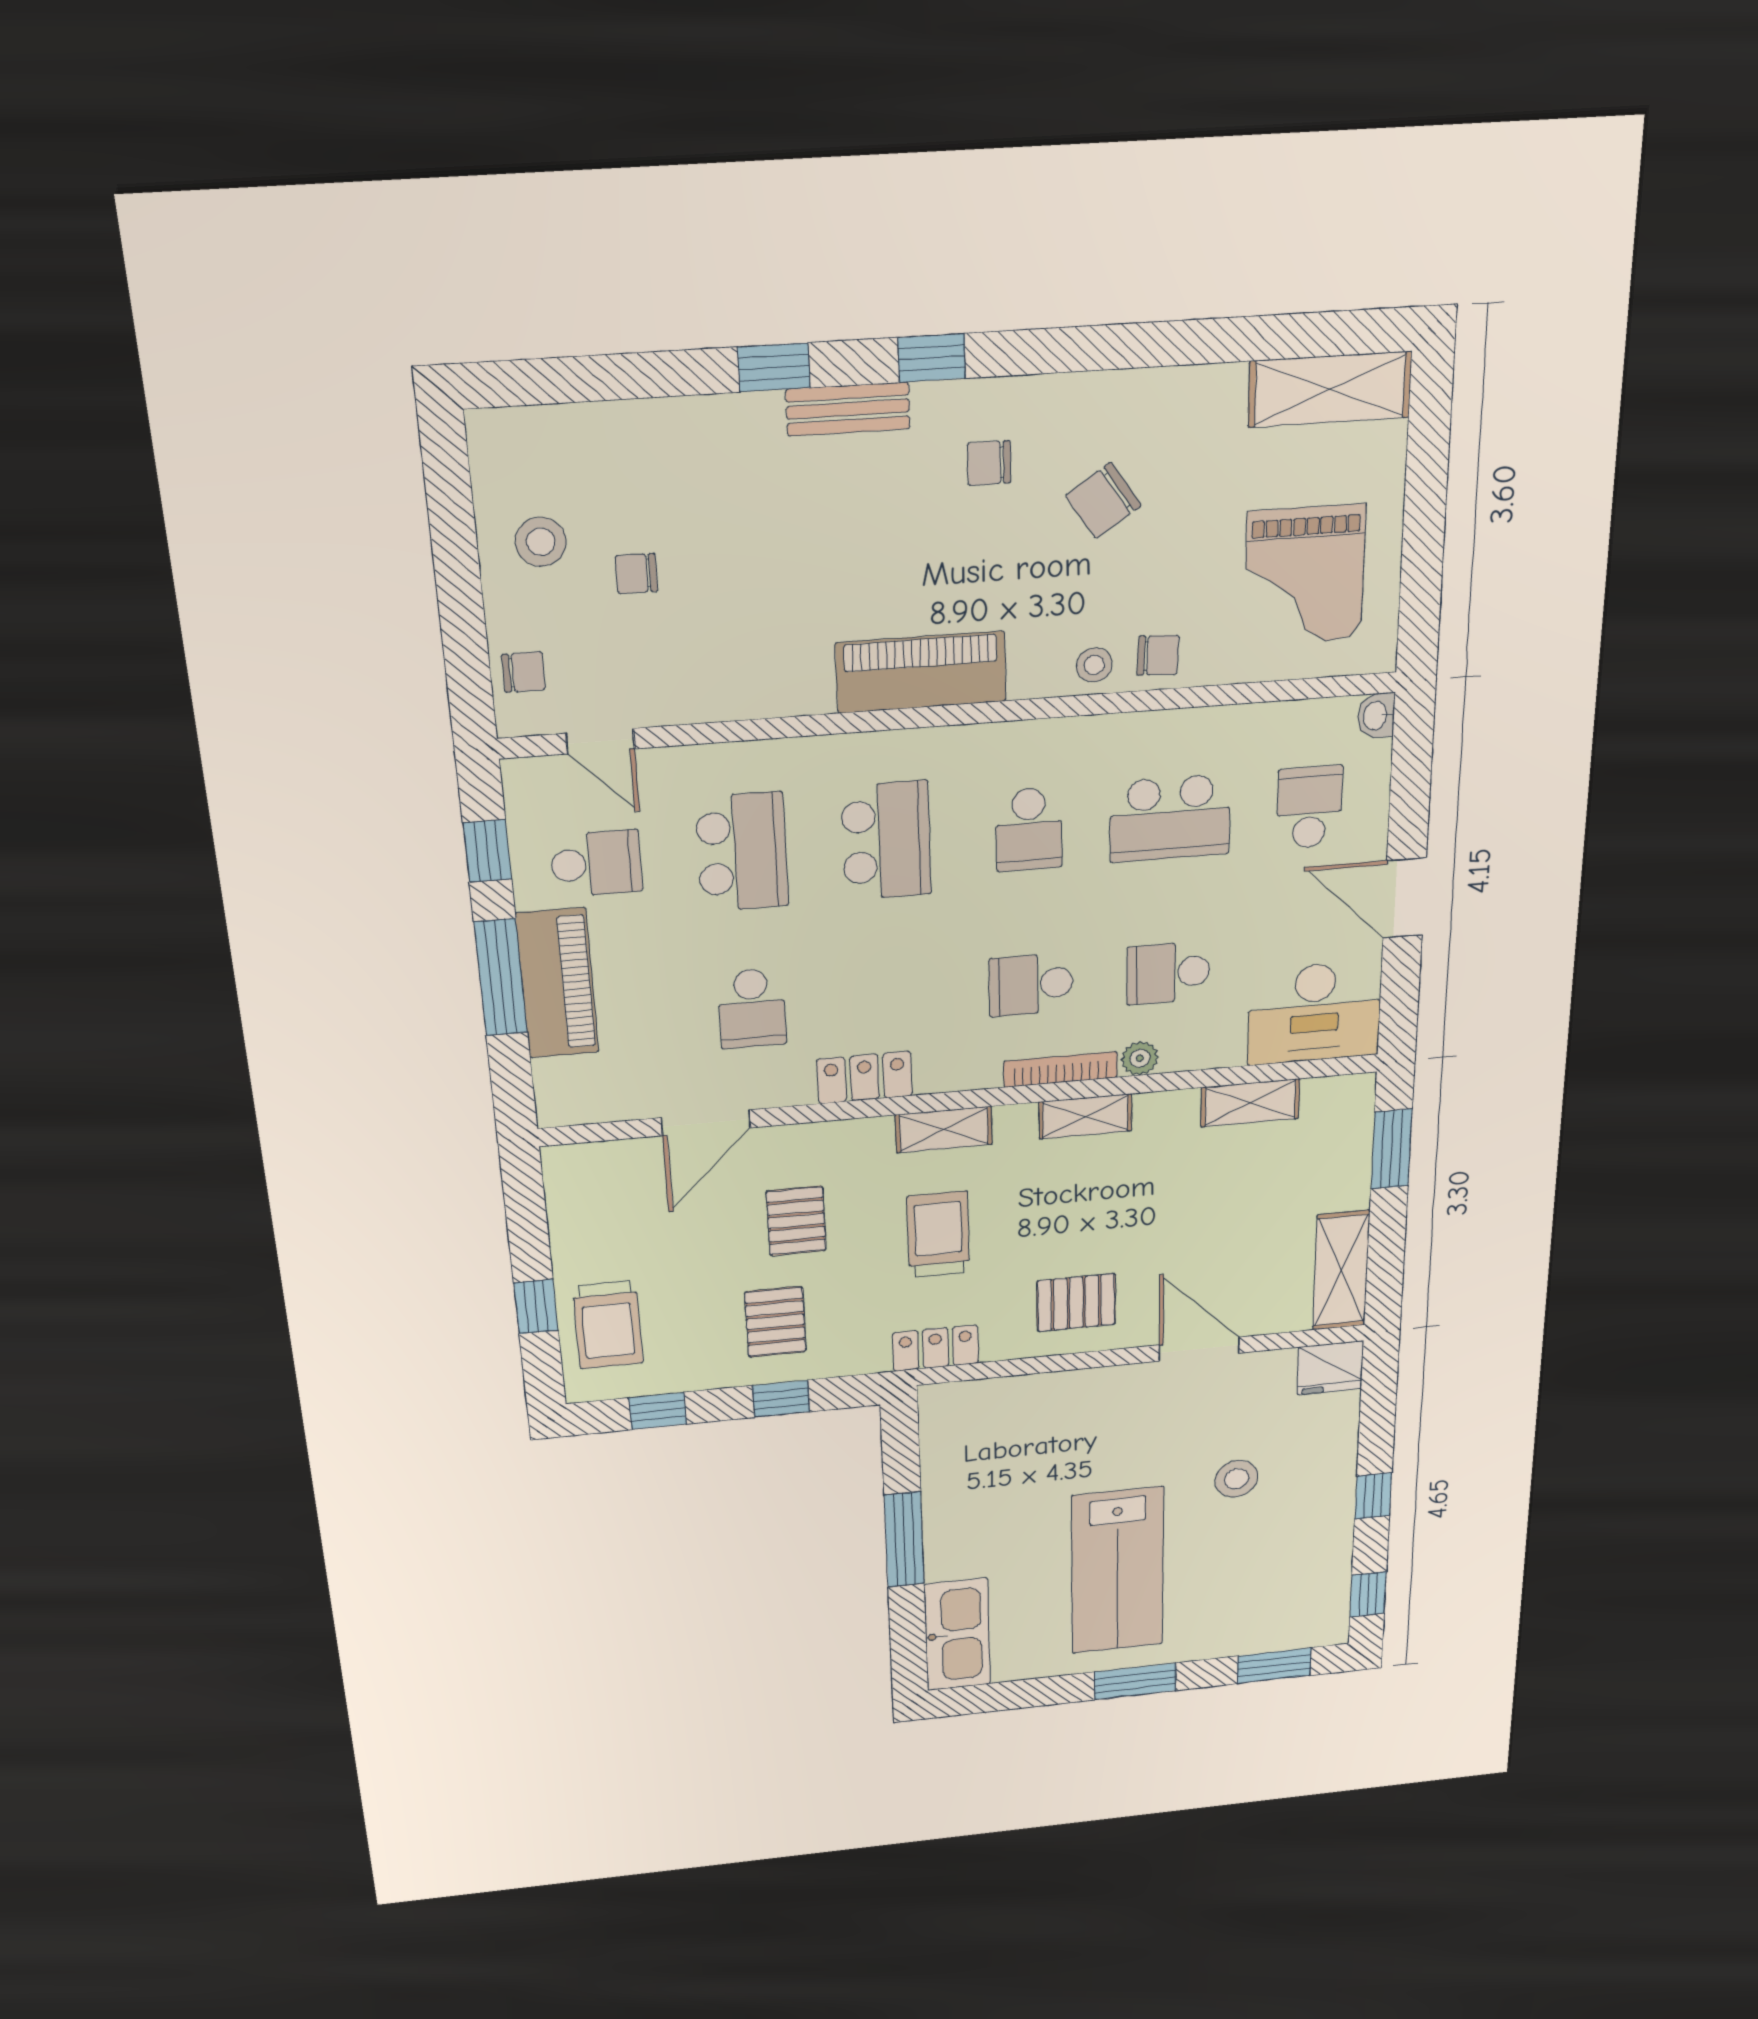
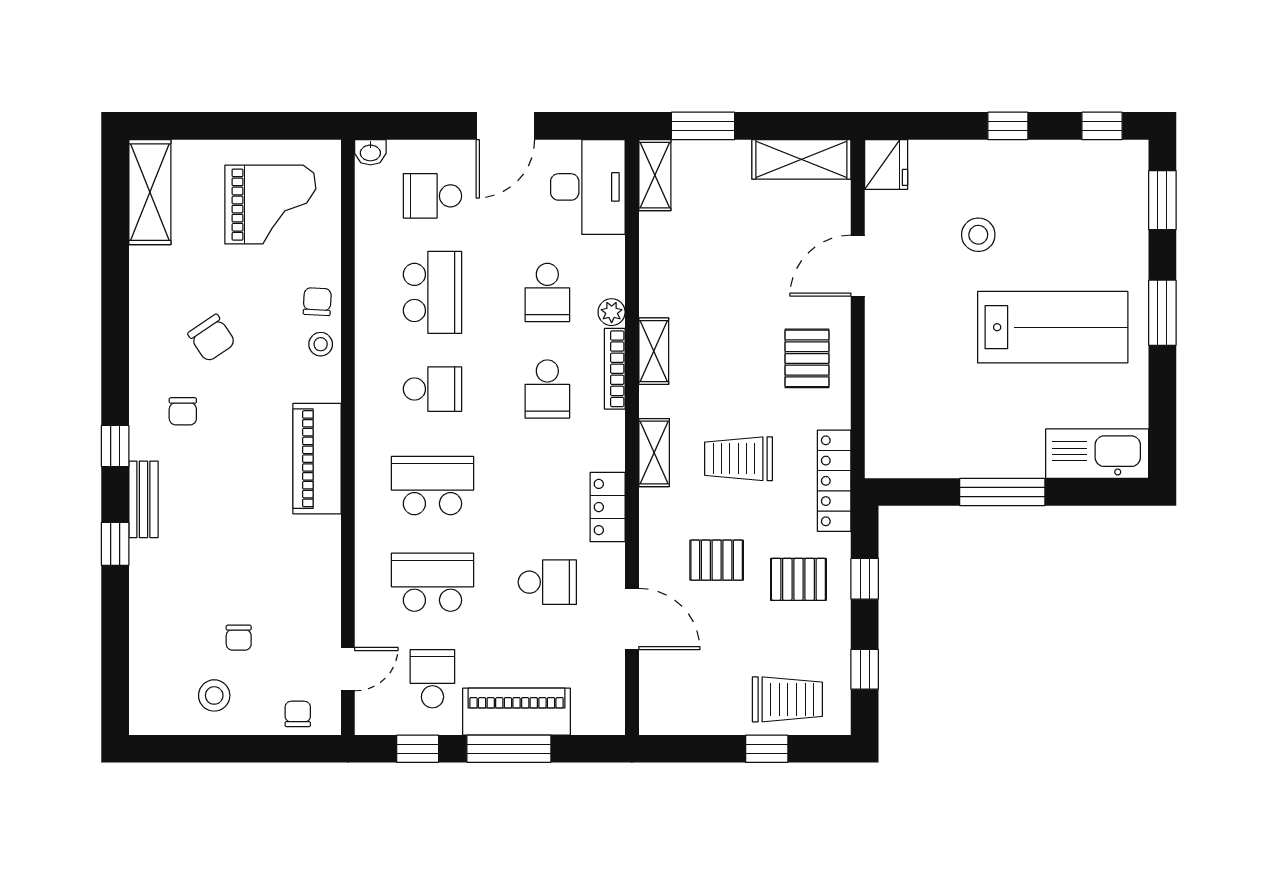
shelving: (1250, 1103) -> (655, 175), moved
locker: (936, 1348) -> (834, 481), width x1.53

